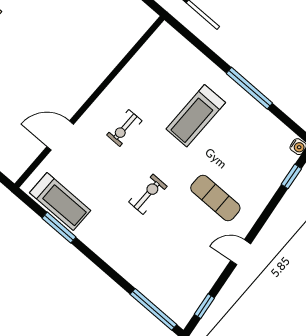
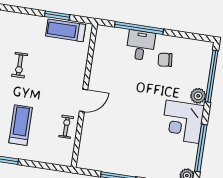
exercise bike: (124, 128) -> (66, 127), moved
door: (60, 136) -> (84, 100), moved

